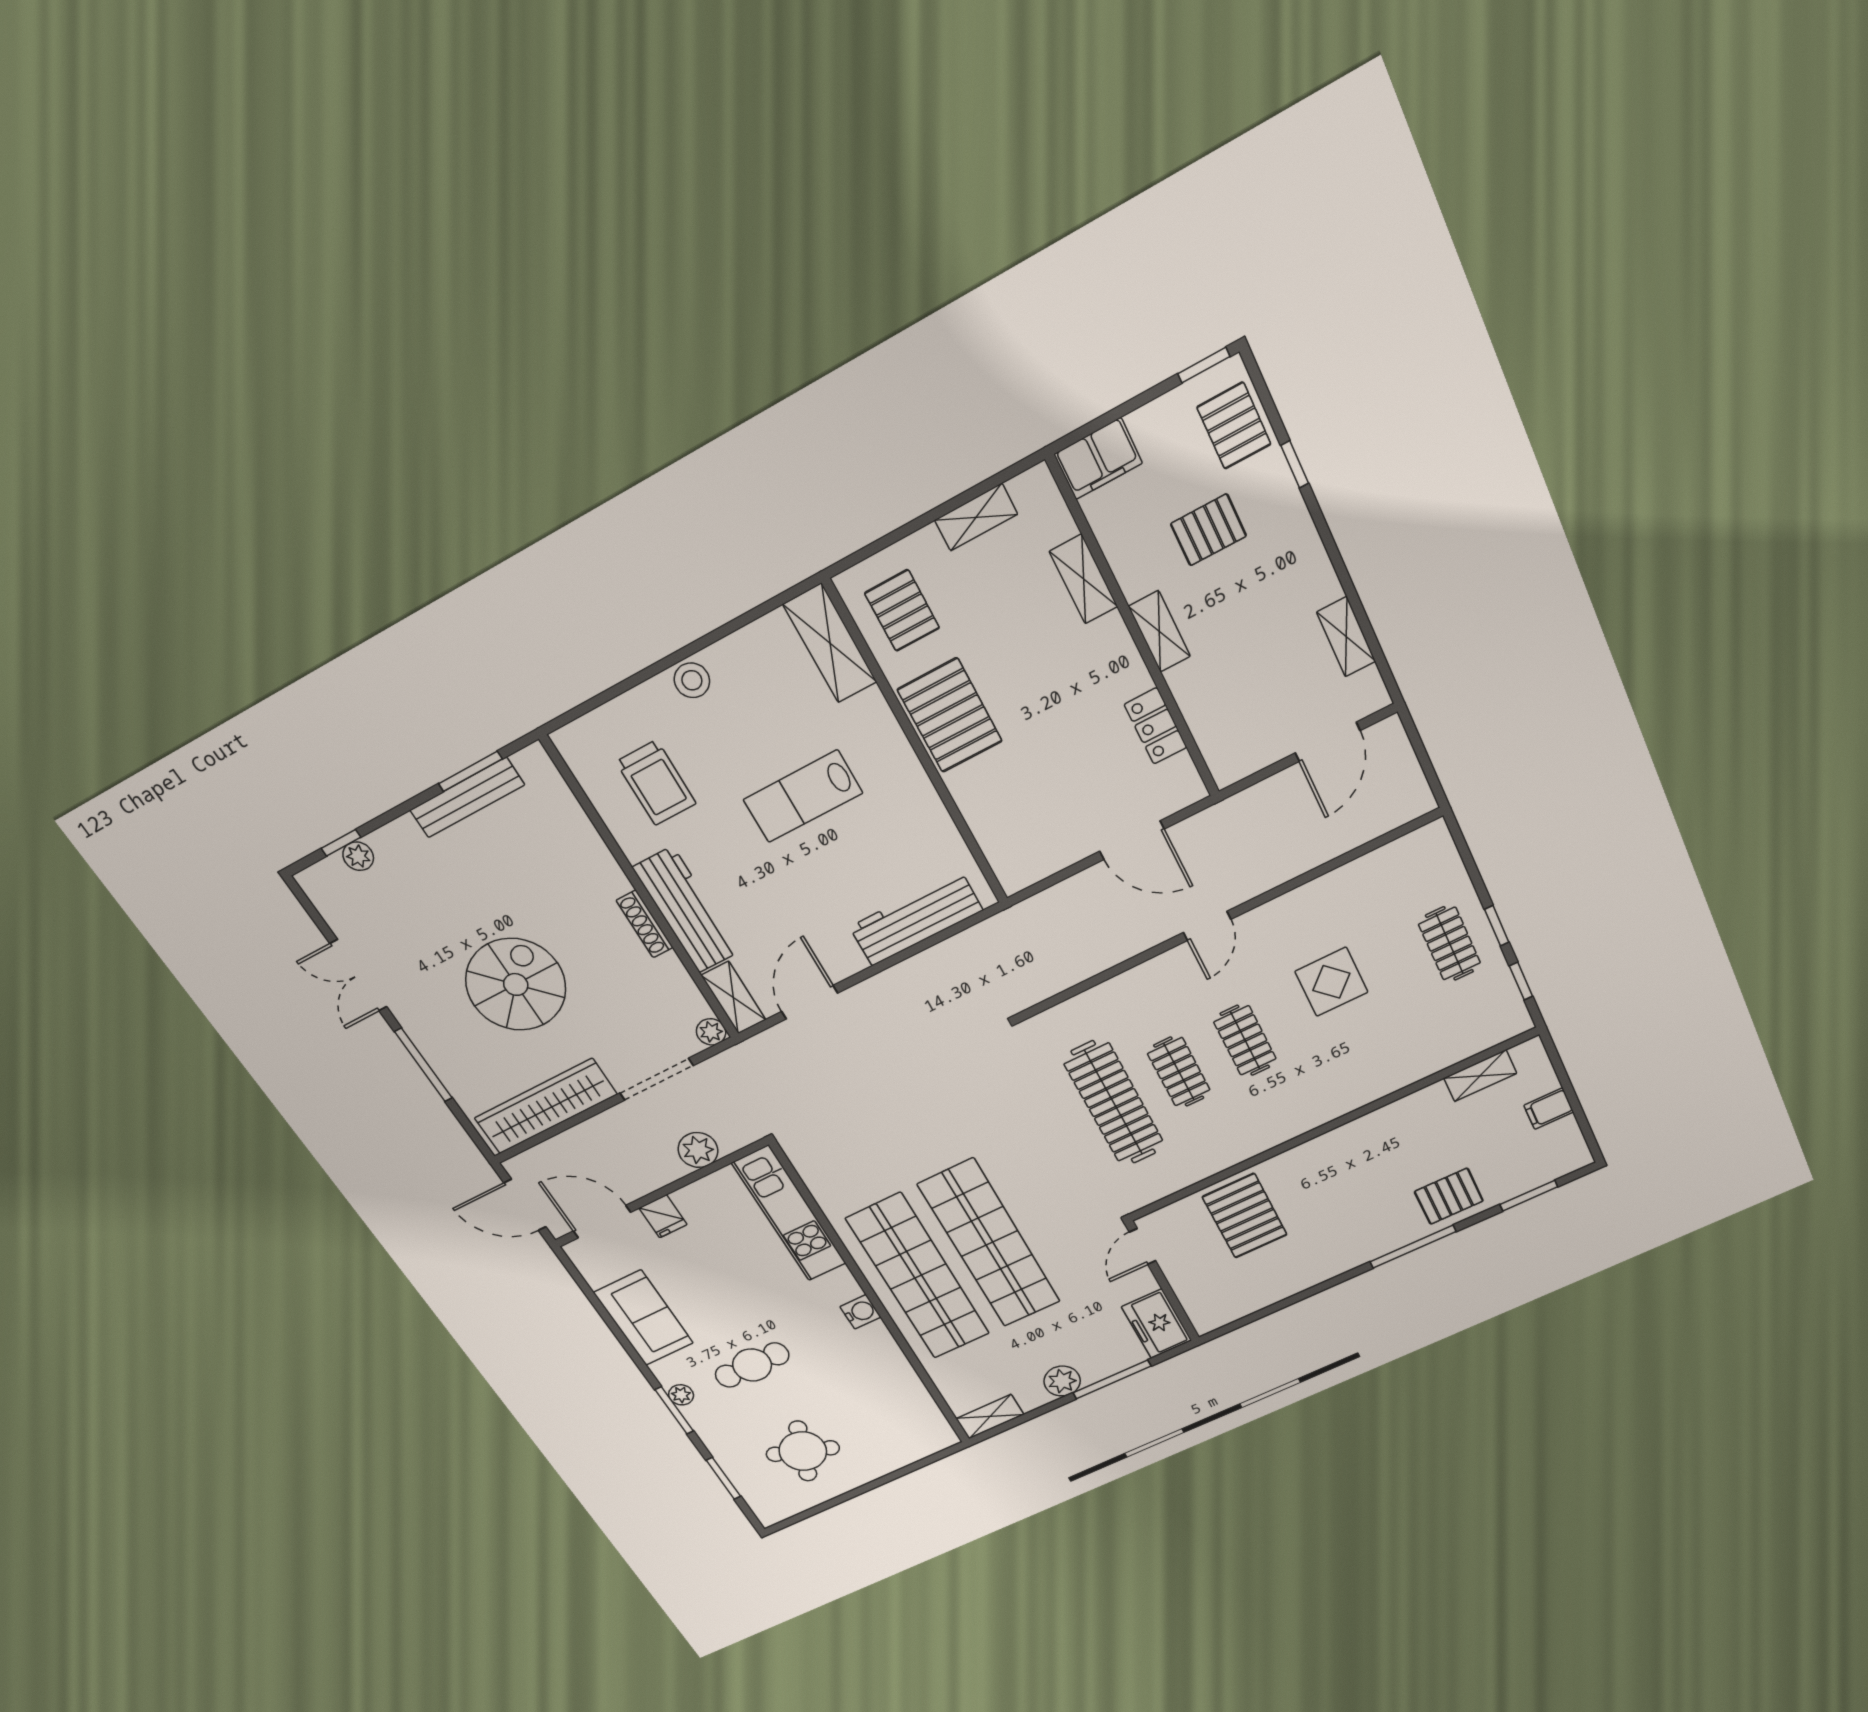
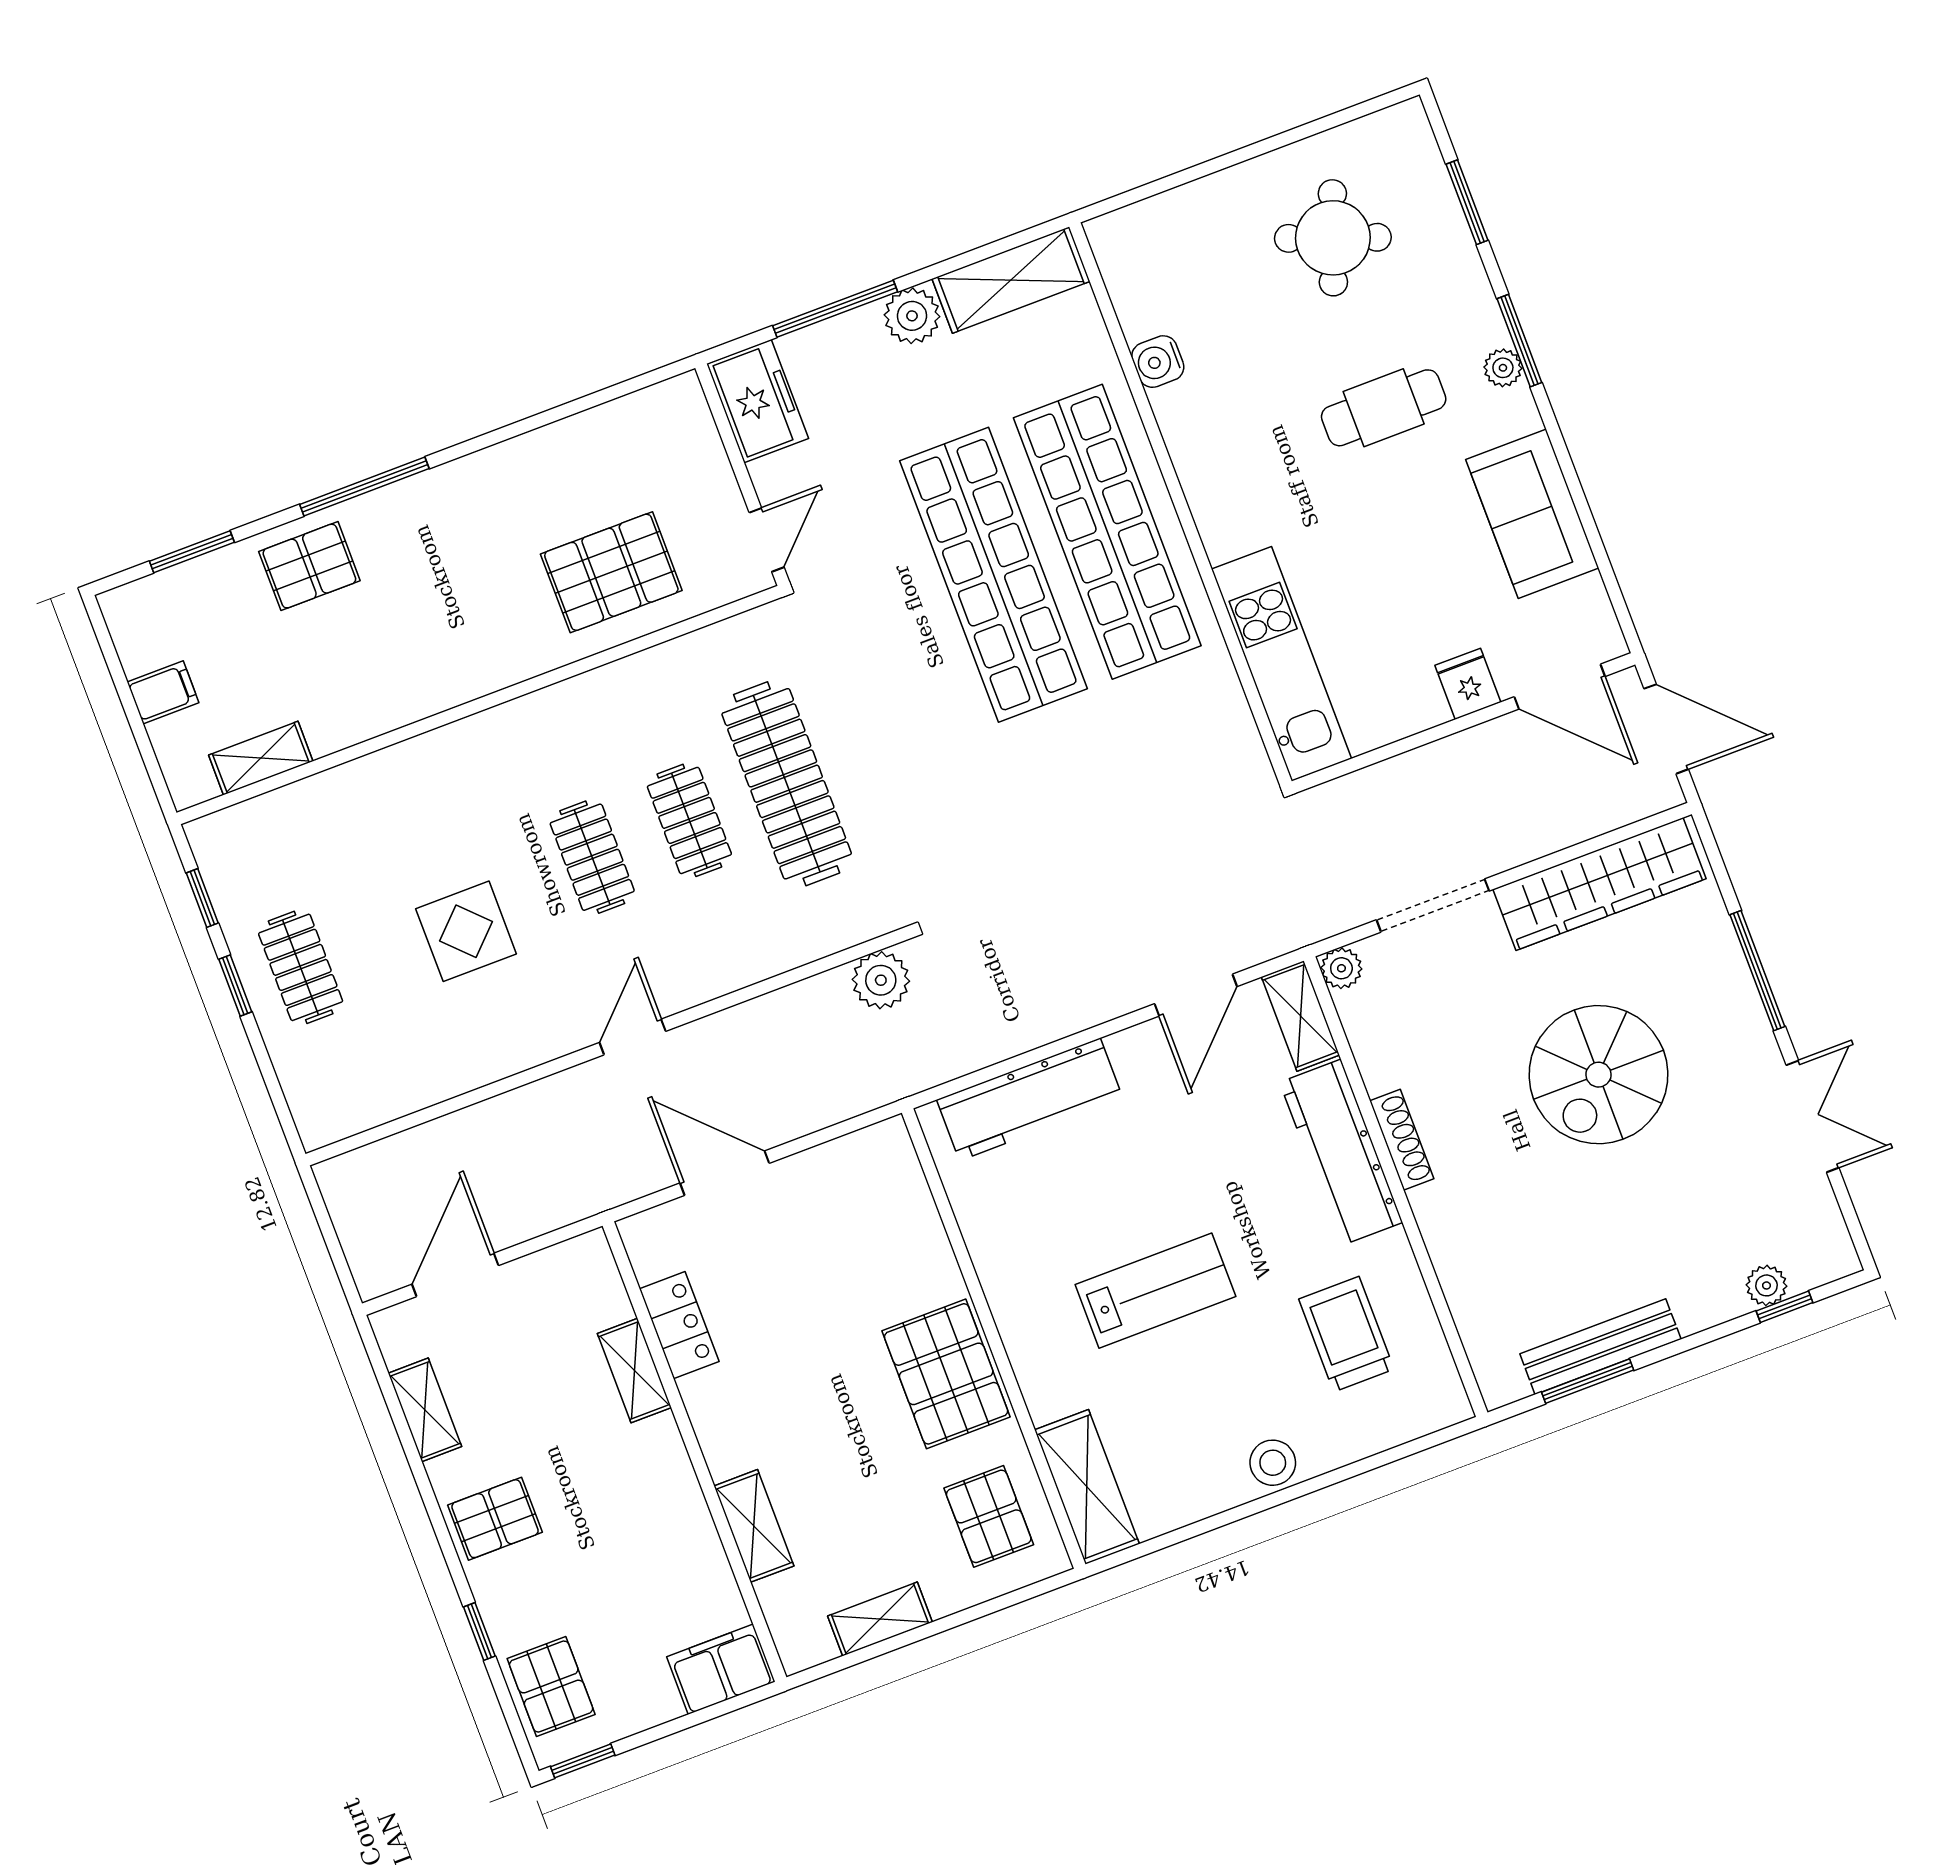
pallet: (1208, 530) -> (495, 1519), moved
shelving: (1159, 631) -> (634, 1371), moved
plant: (698, 1150) -> (881, 980), moved
pallet: (1245, 1216) -> (611, 572), turned 90
water cooler: (860, 1312) -> (1158, 362), moved
shelving: (990, 1417) -> (1011, 280), width x1.50, depth x1.33

